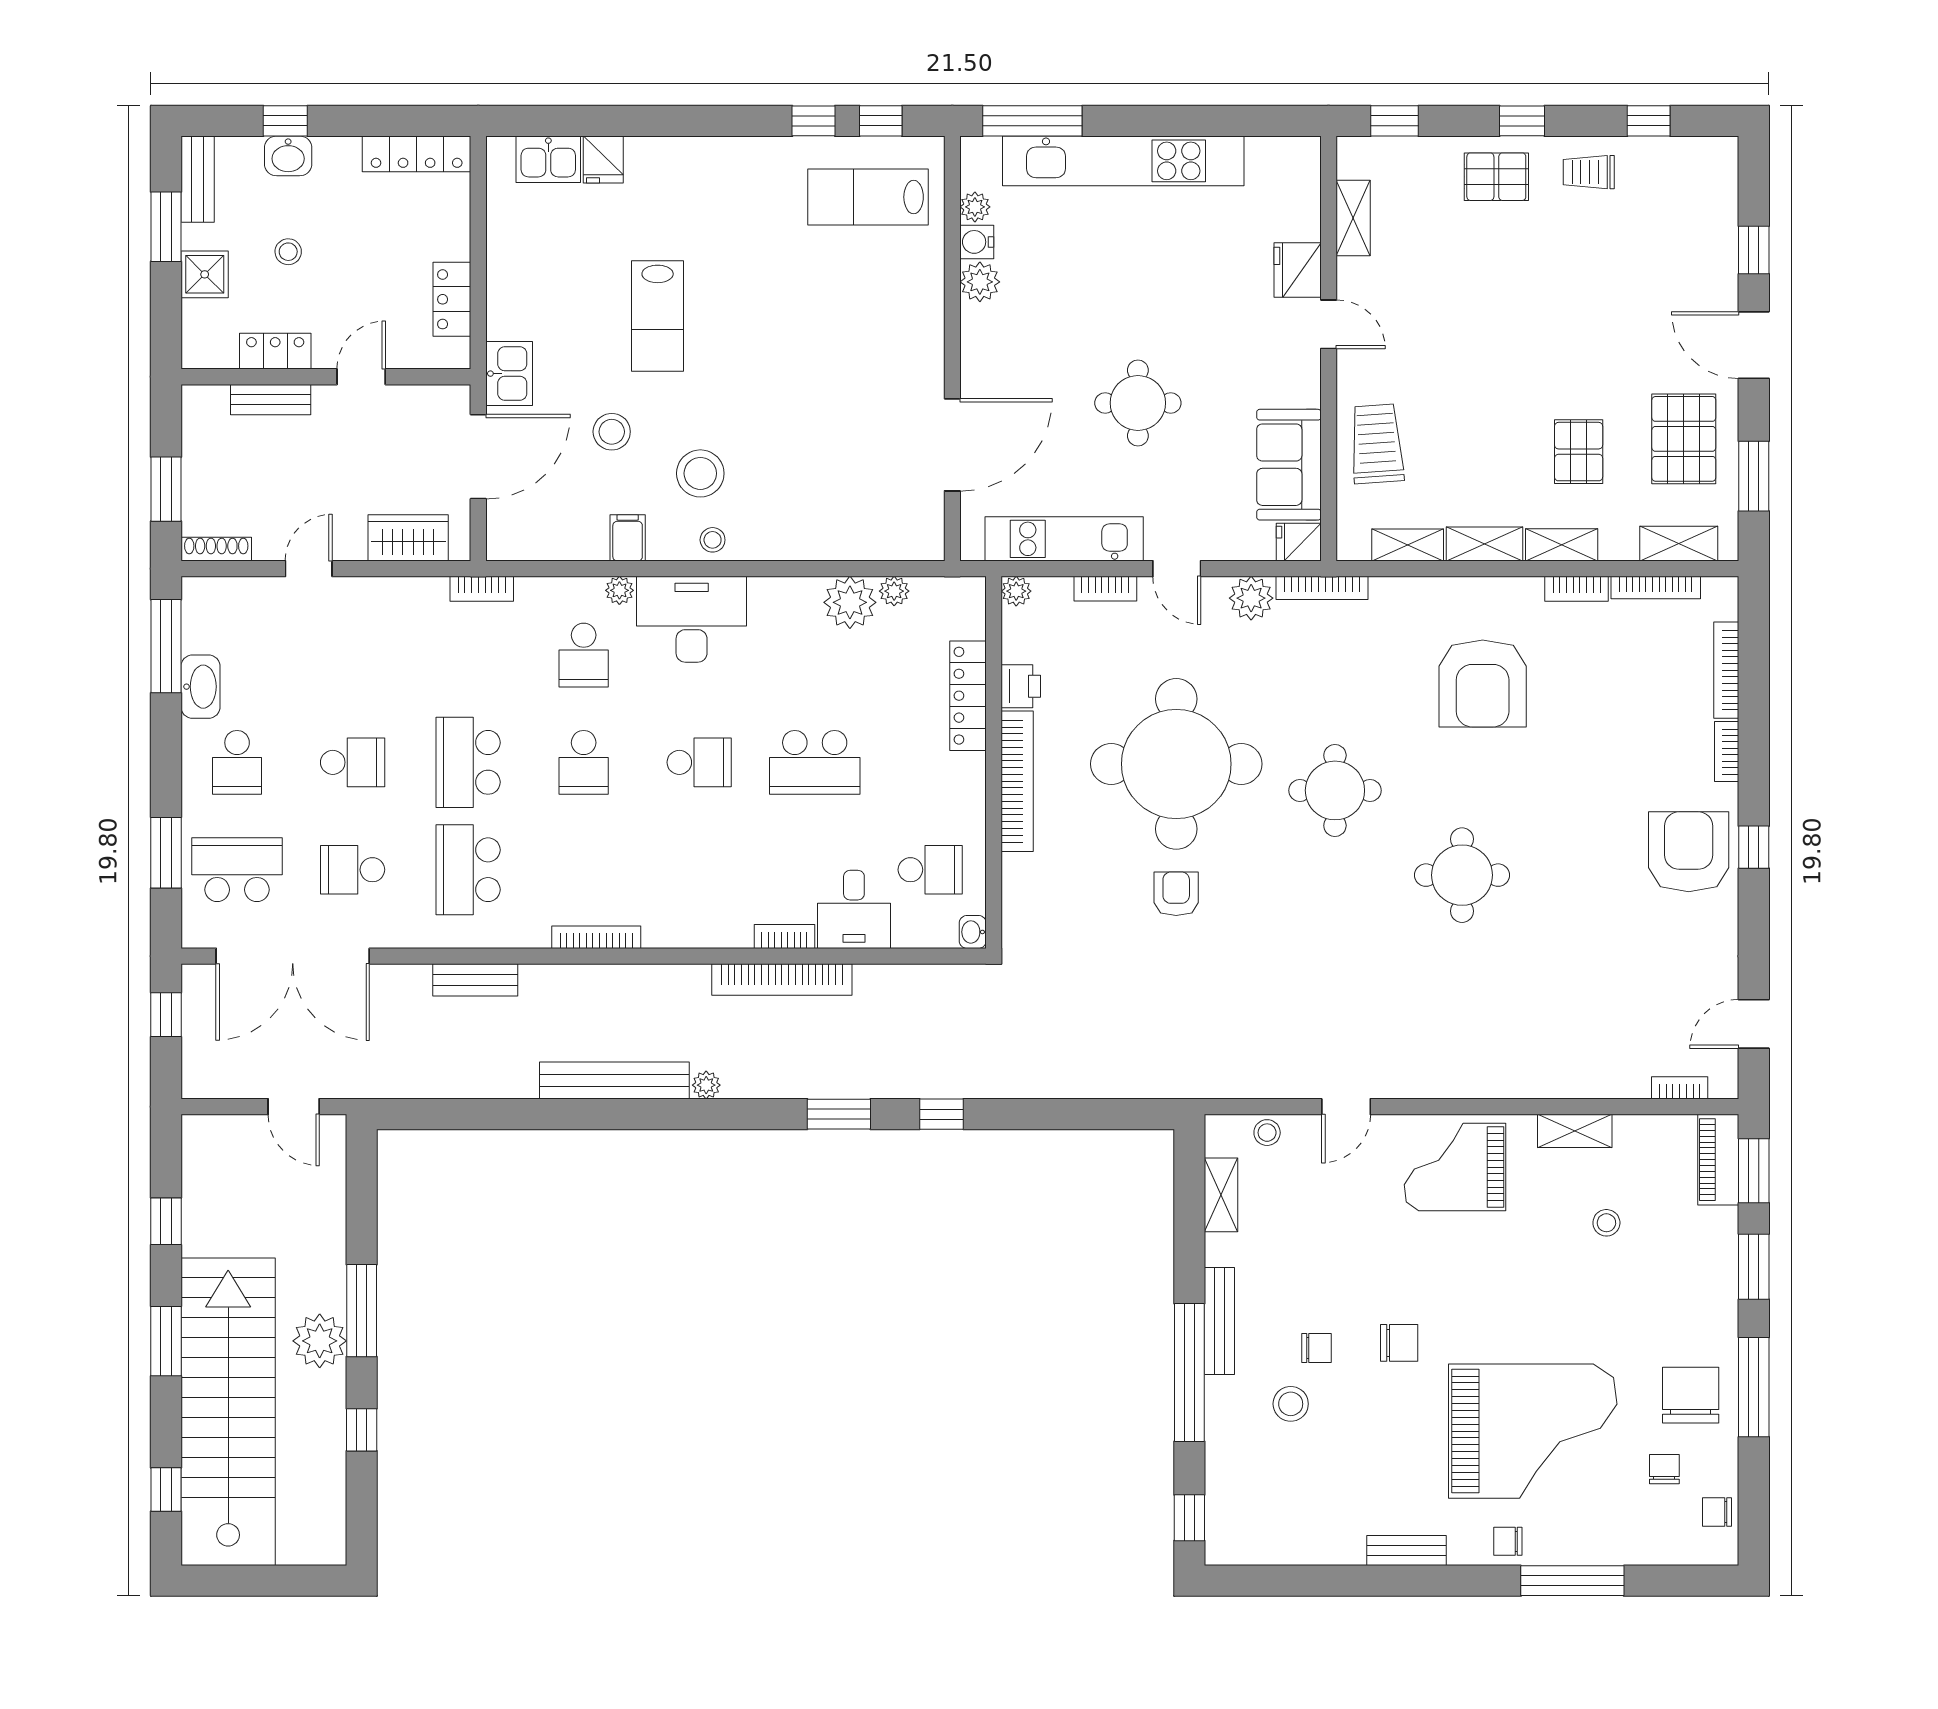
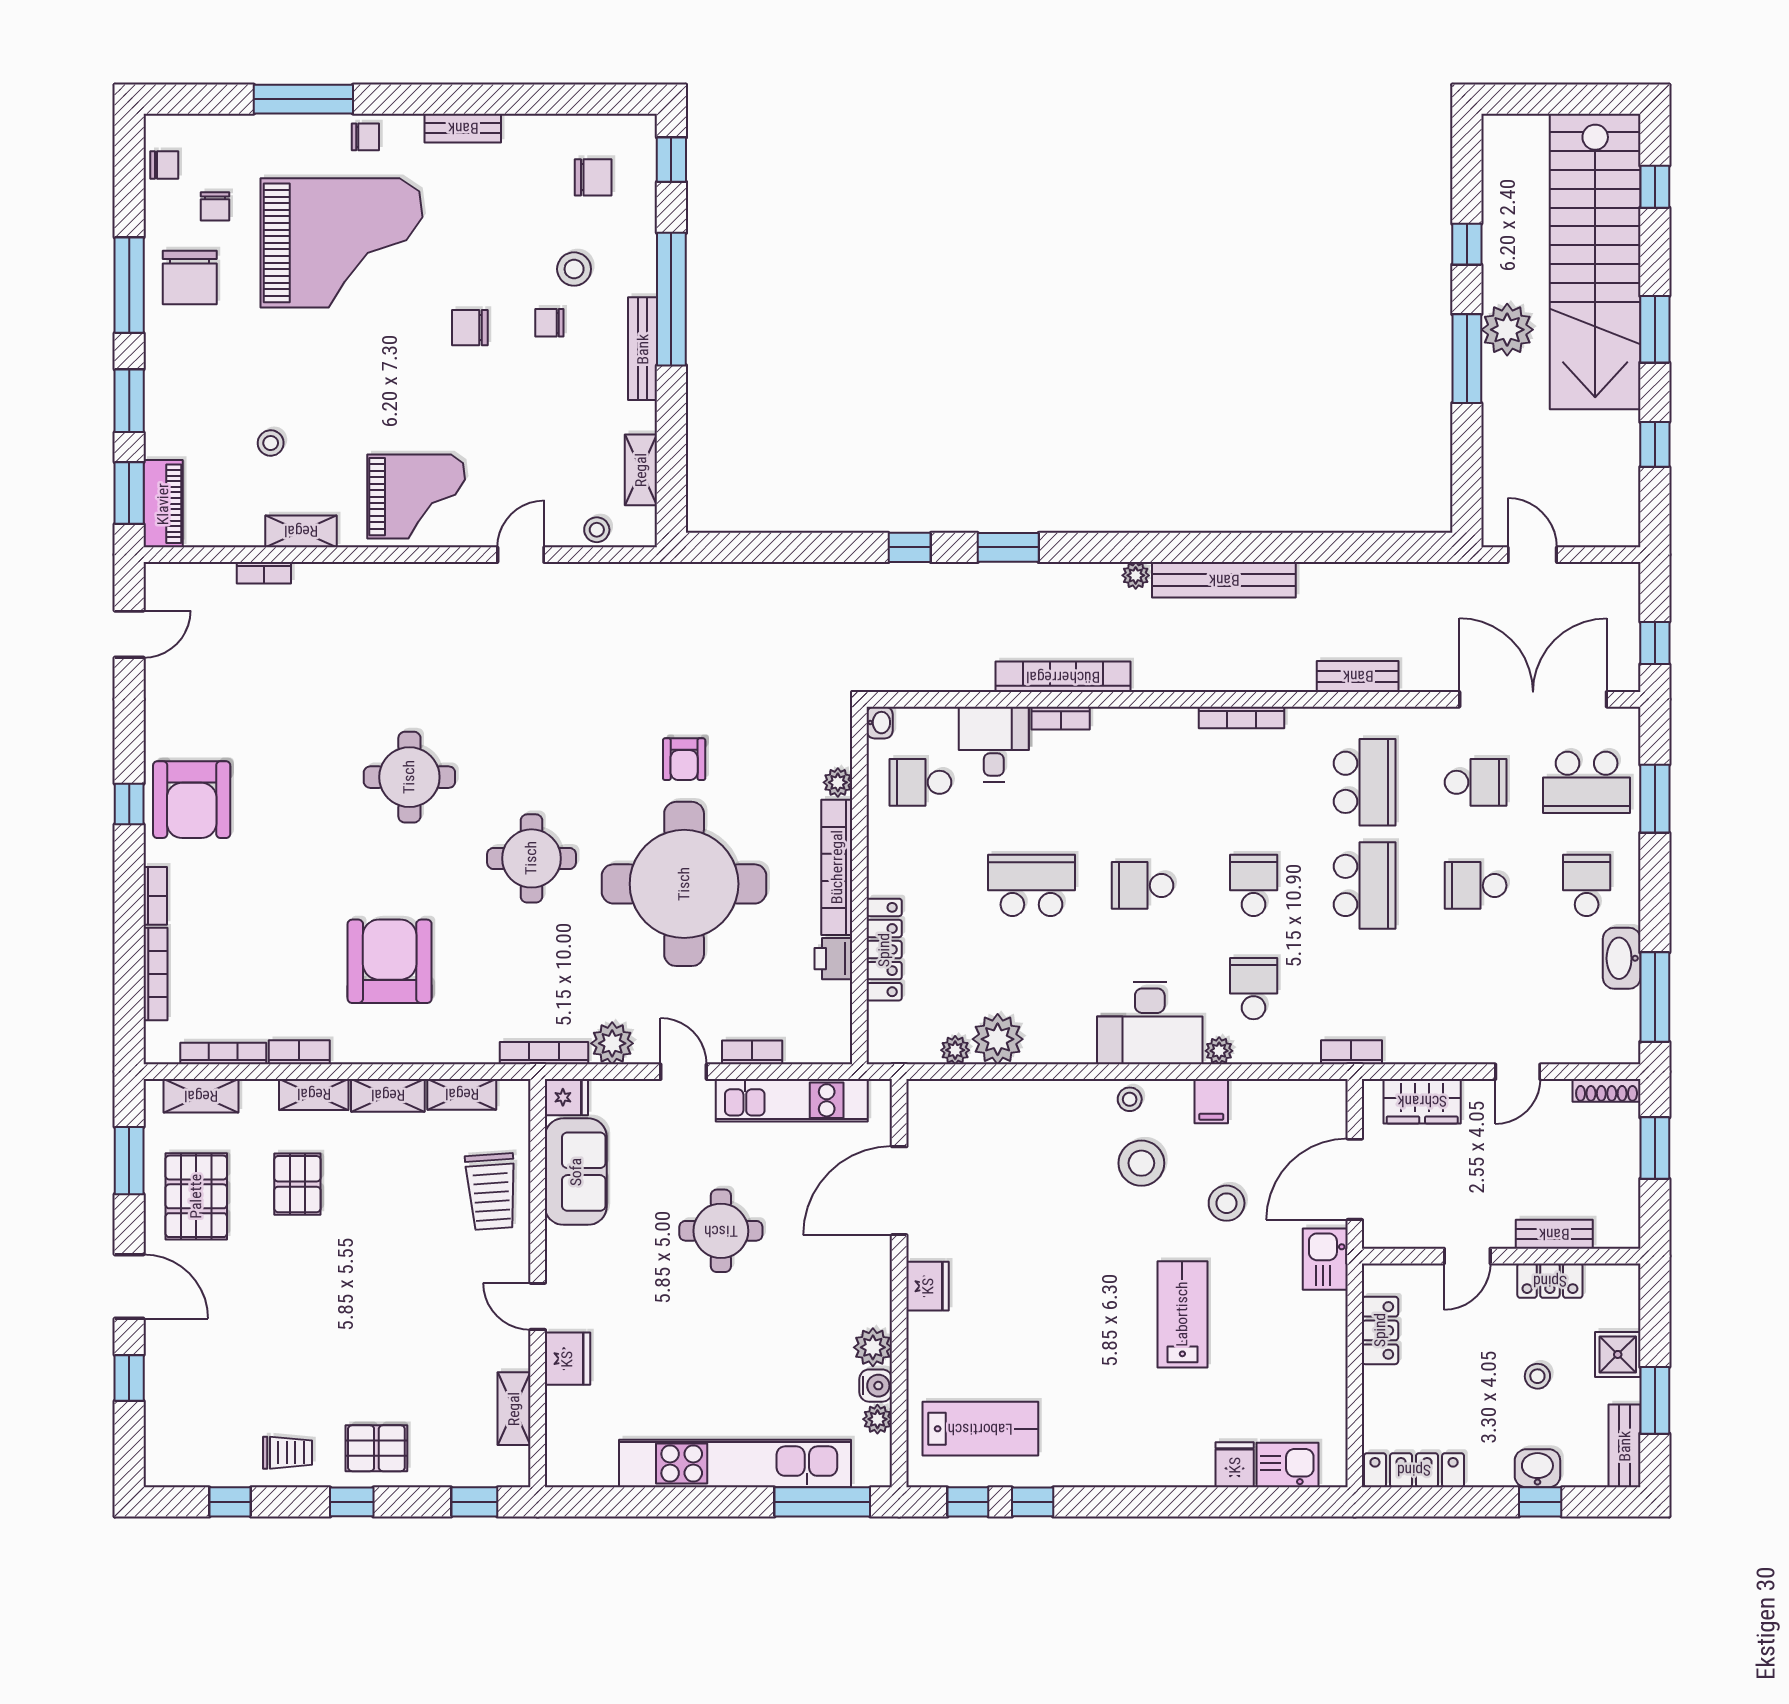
fridge: (923, 345) -> (928, 1286), added
plant: (1016, 591) -> (838, 782), moved
bookcase: (1680, 1088) -> (264, 573), moved
grand piano: (1533, 1431) -> (341, 243), turned 180
chair: (1271, 1499) -> (593, 177), added

